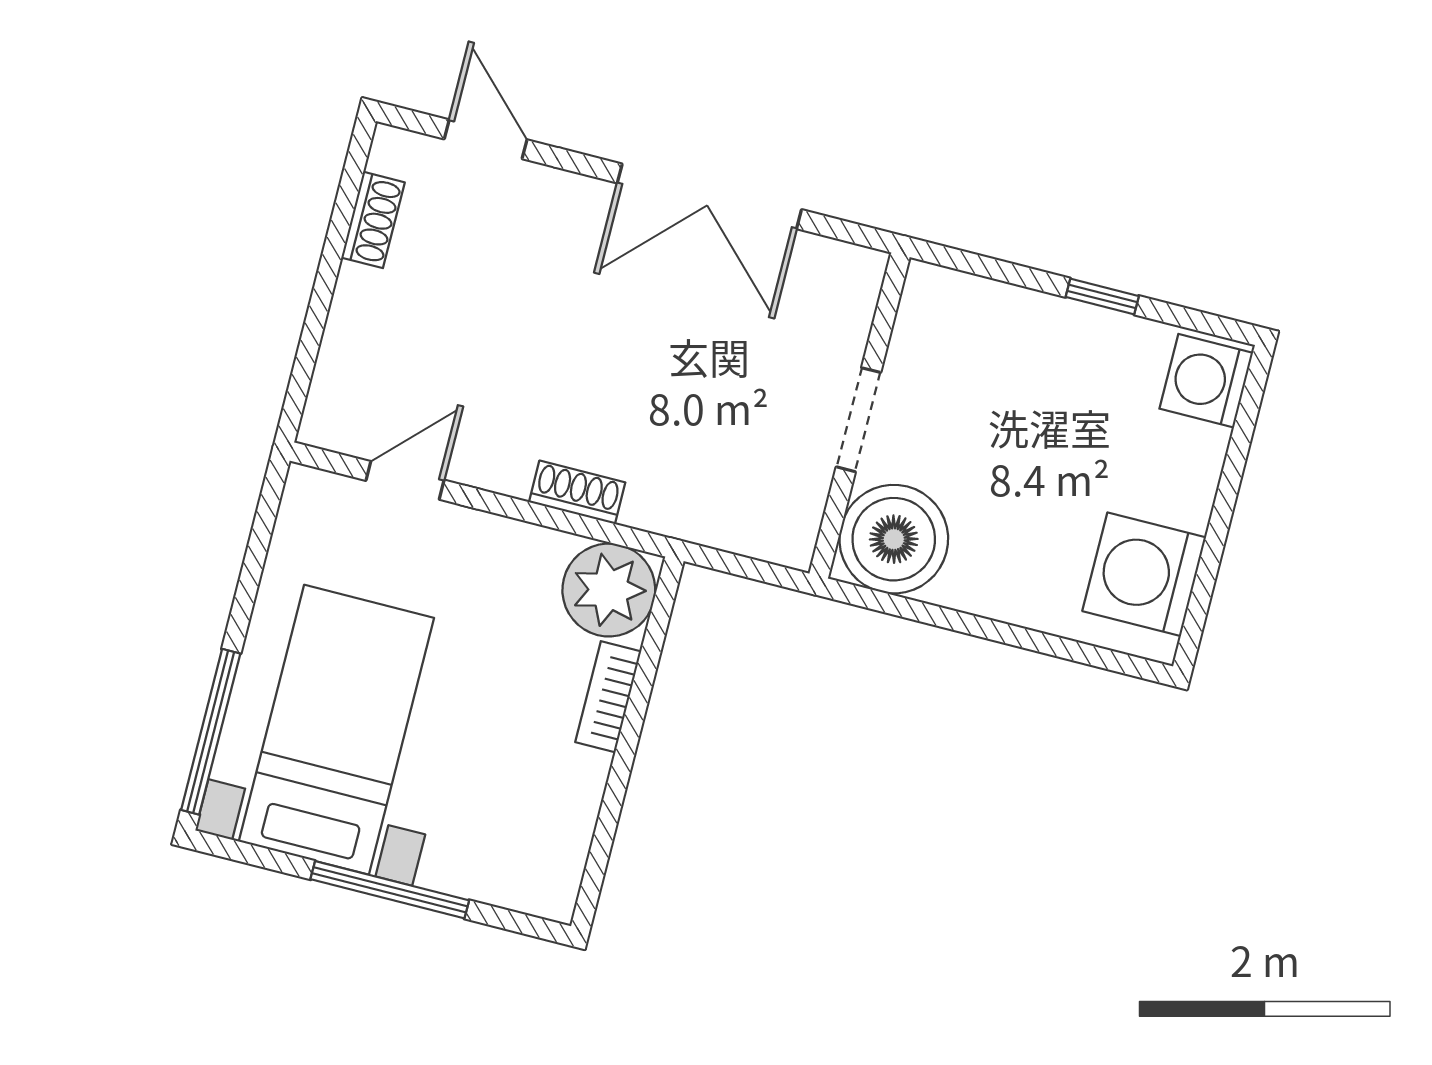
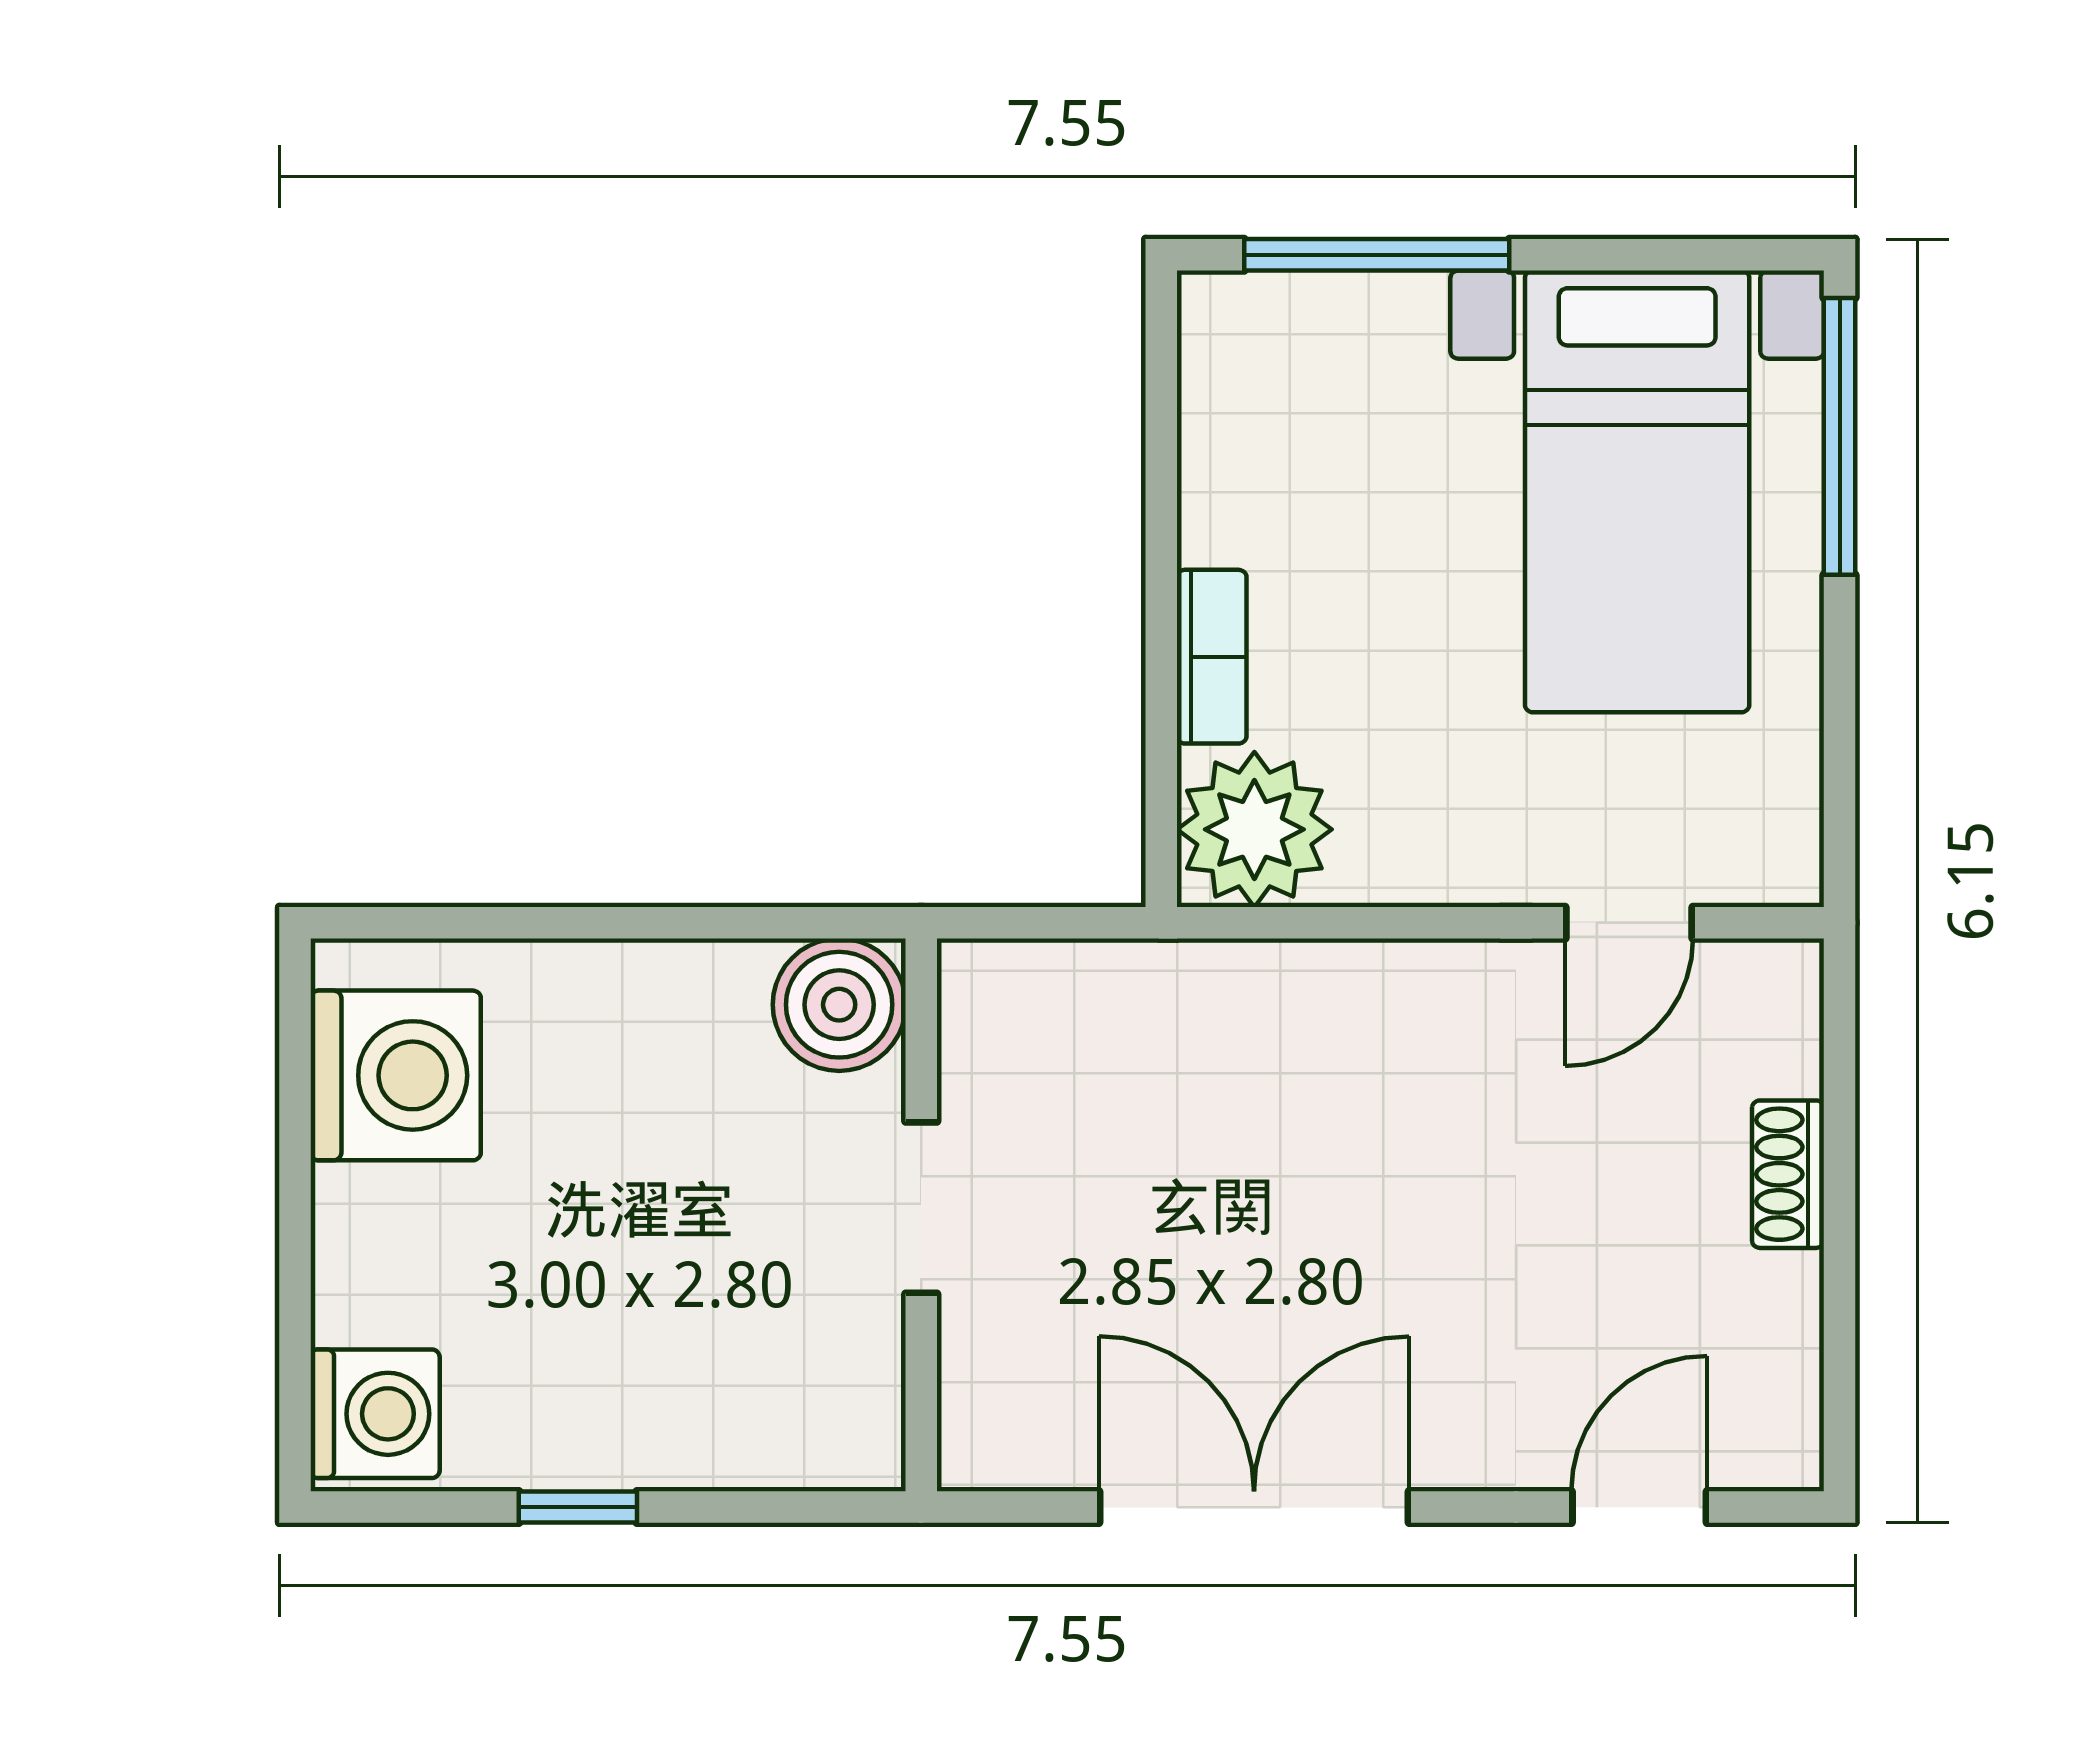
door: (486, 139) -> (1639, 1507), swing flipped
shoe rack: (373, 220) -> (1788, 1174), moved
shoe rack: (577, 492) -> (1346, 974), removed
boiler: (894, 539) -> (839, 1005), width x0.73, depth x0.73
window: (390, 890) -> (1377, 255), moved

